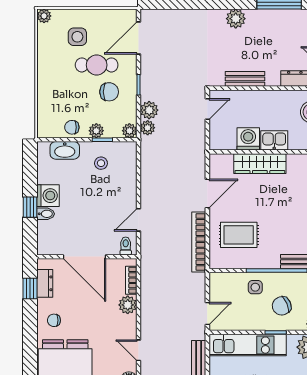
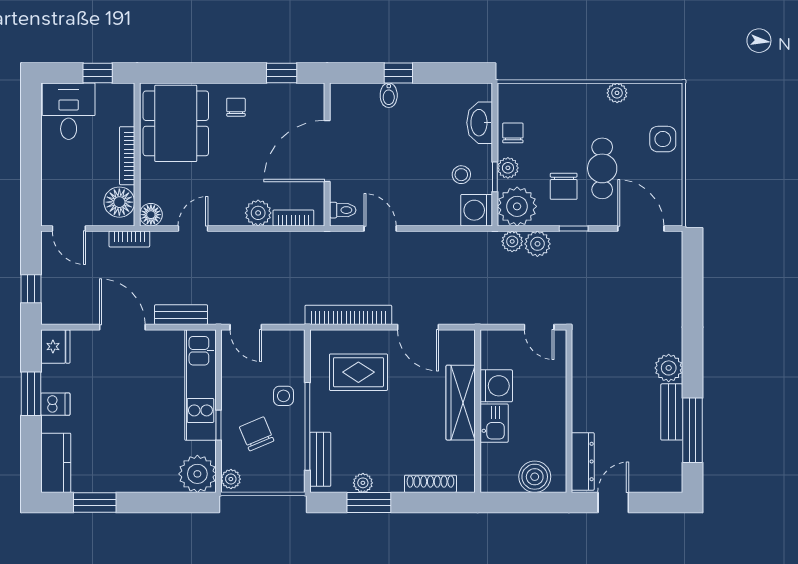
plant: (44, 16) -> (617, 93), moved
side table: (77, 37) -> (663, 139), moved
bench: (245, 79) -> (672, 412), moved
plant: (129, 131) -> (517, 206), width x1.88, depth x1.88
washing machine: (48, 196) -> (477, 210), moved, turned 90
rug: (239, 235) -> (358, 372), turned 90
dresser: (45, 283) -> (289, 94), removed

